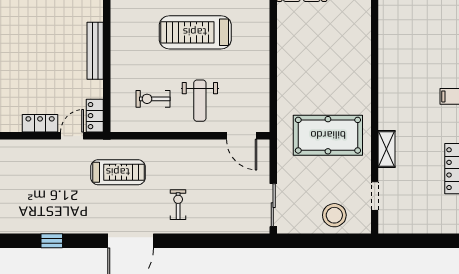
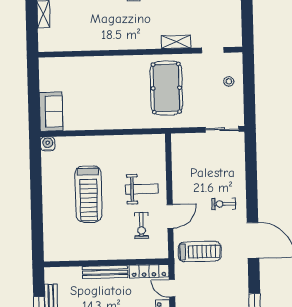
locker: (95, 116) -> (149, 271), width x1.53
door: (242, 136) -> (170, 216), moved
treadmill: (118, 172) -> (200, 252), turned 90
stool: (334, 215) -> (229, 81), width x0.53, depth x0.53

